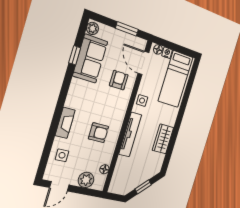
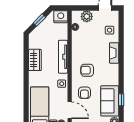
armchair: (98, 133) -> (87, 70), moved
nightstand: (118, 186) -> (61, 17), added

